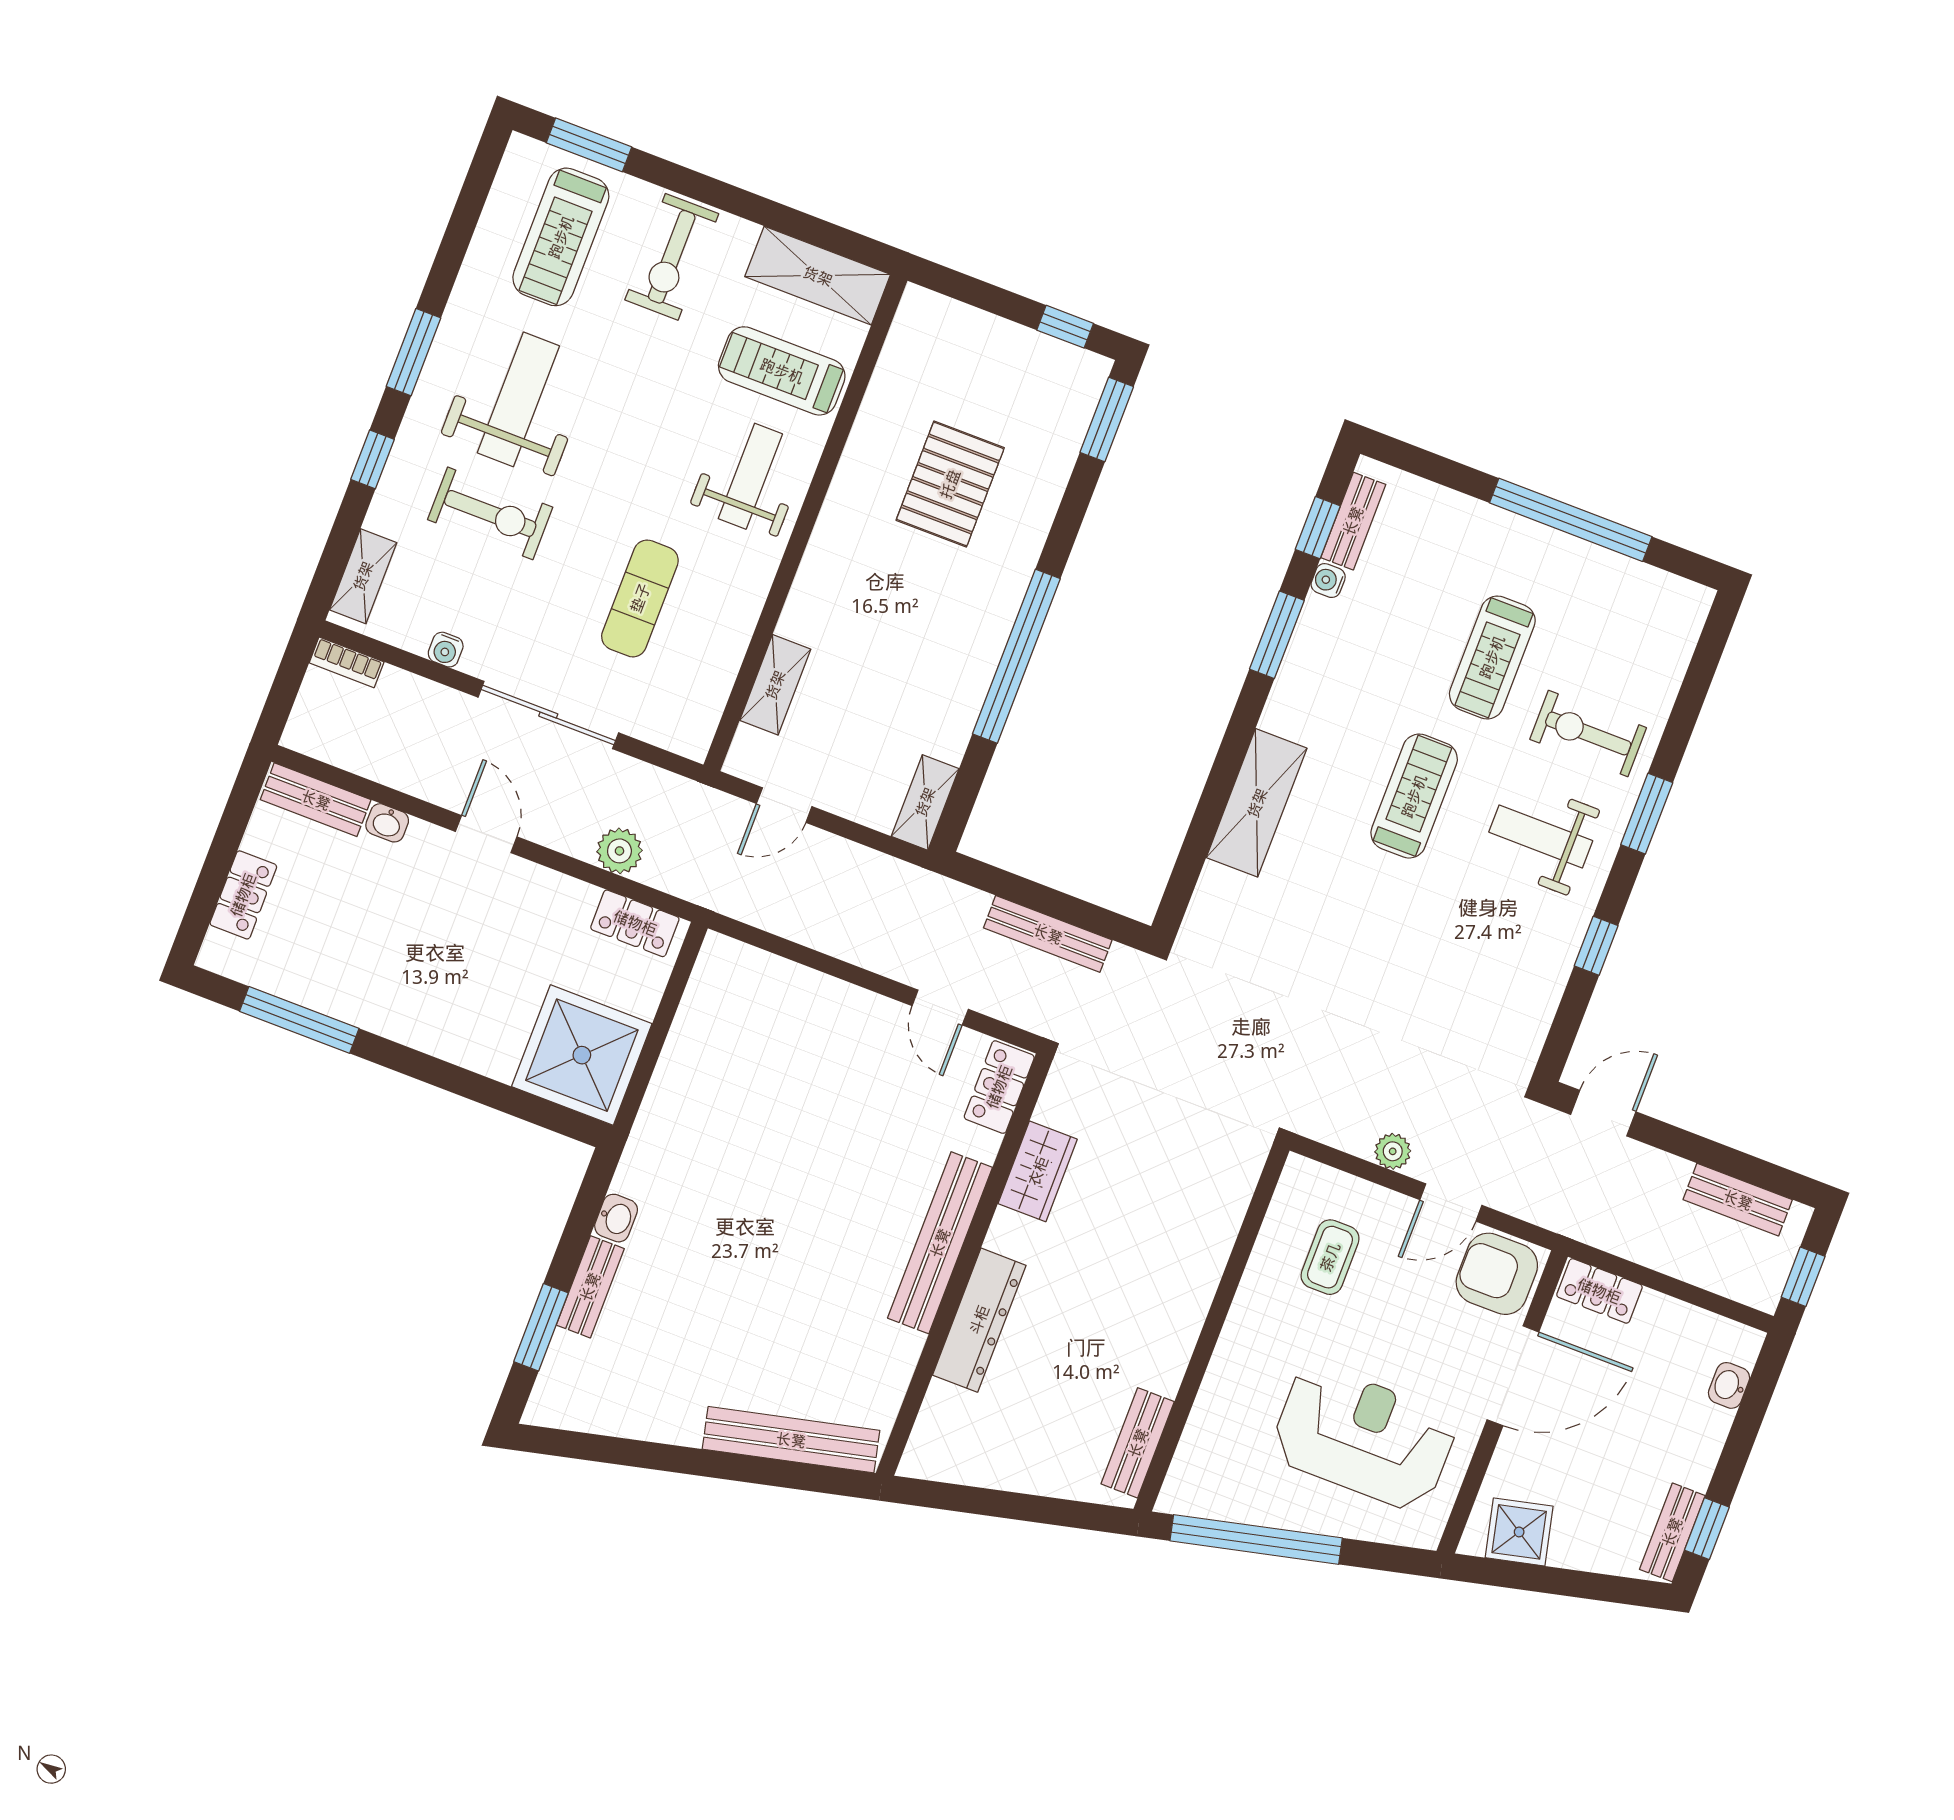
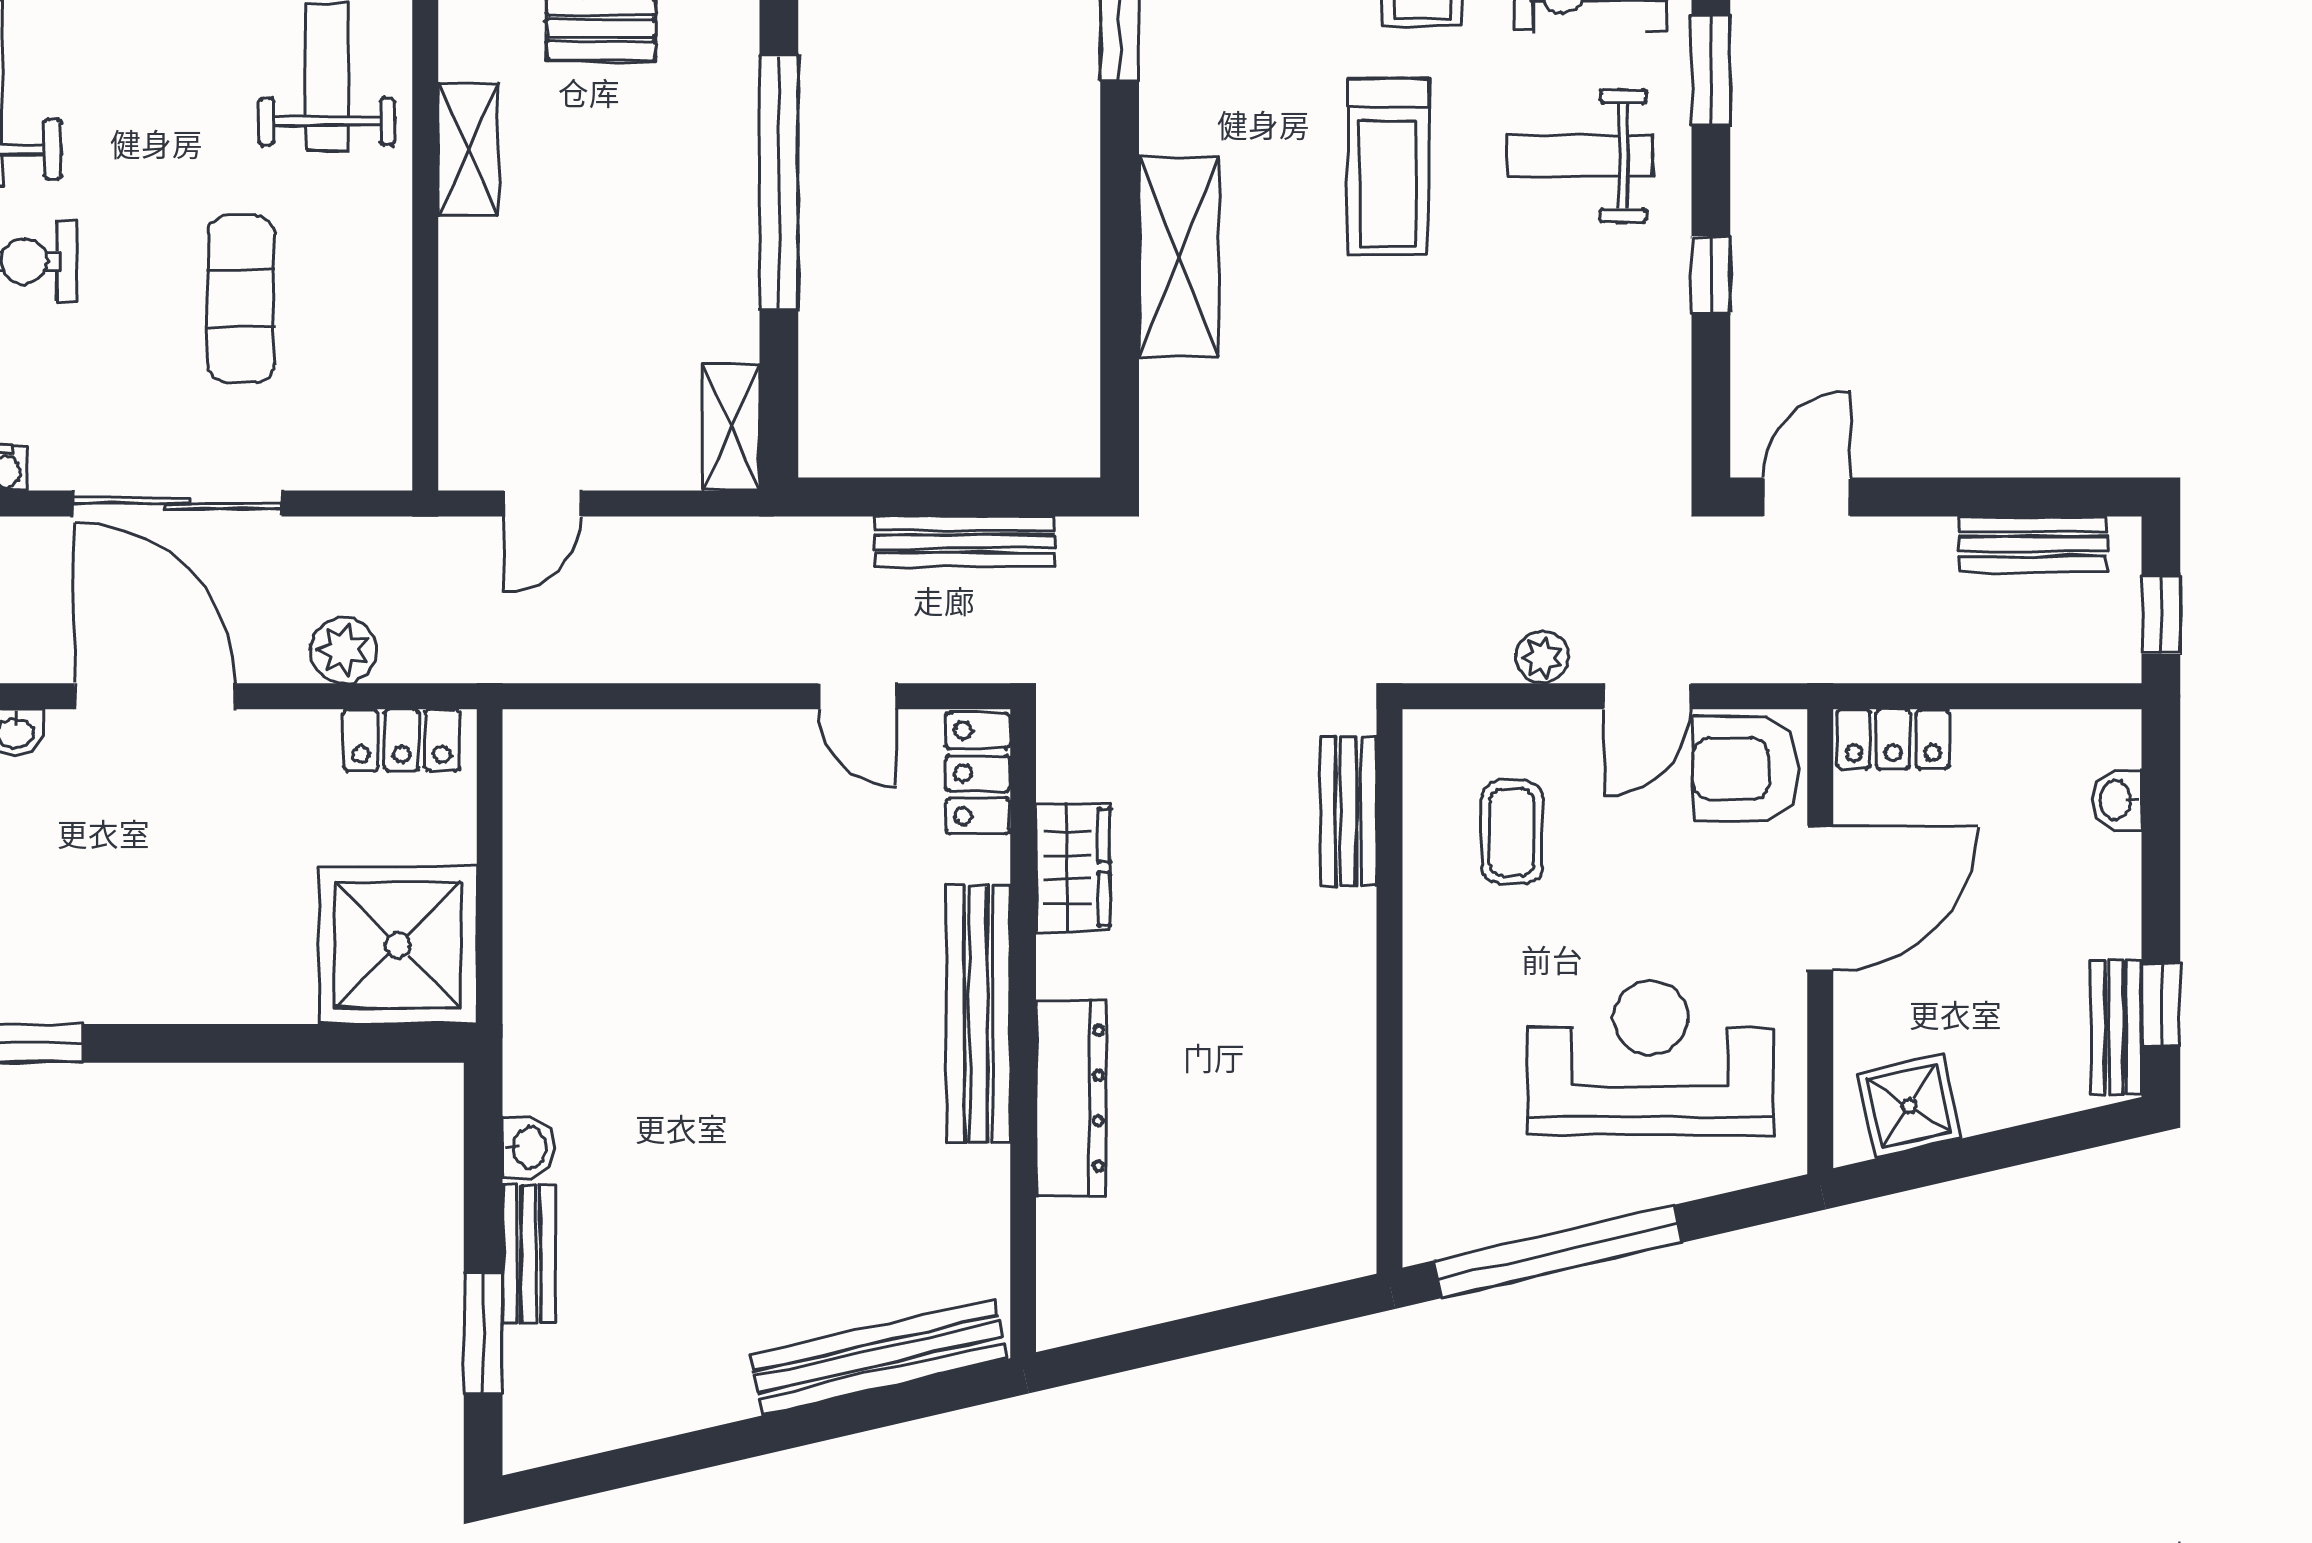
shelving: (775, 685) -> (468, 149), moved
treadmill: (1414, 796) -> (1388, 167), turned 180
door: (486, 834) -> (155, 696), width x1.87
bench: (1138, 1443) -> (1348, 811), moved

